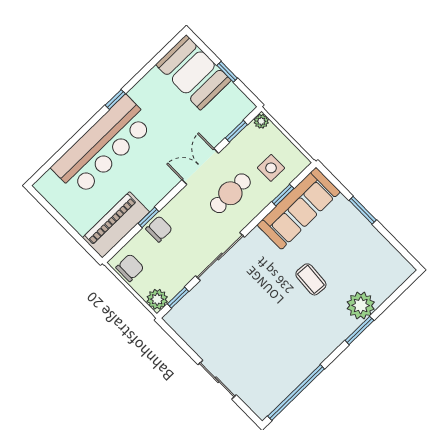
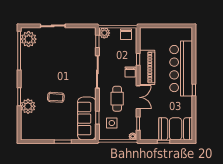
piano: (116, 225) -> (147, 67), moved
chair: (159, 229) -> (130, 72), moved
plant: (268, 395) -> (29, 39), added

